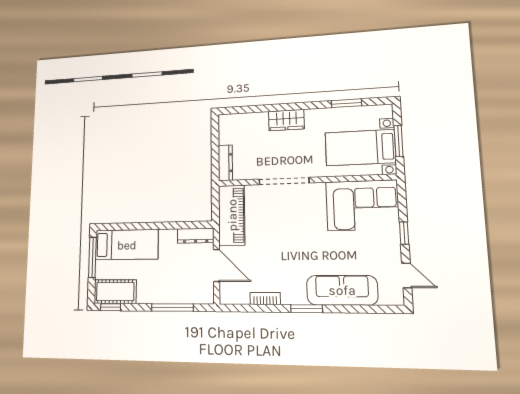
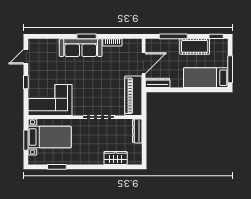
wardrobe: (286, 120) -> (116, 158), moved
door: (217, 265) -> (144, 63), swing flipped
door: (407, 275) -> (26, 57), hinge flipped
sofa: (342, 290) -> (81, 48), moved
cot: (115, 292) -> (195, 46), moved

